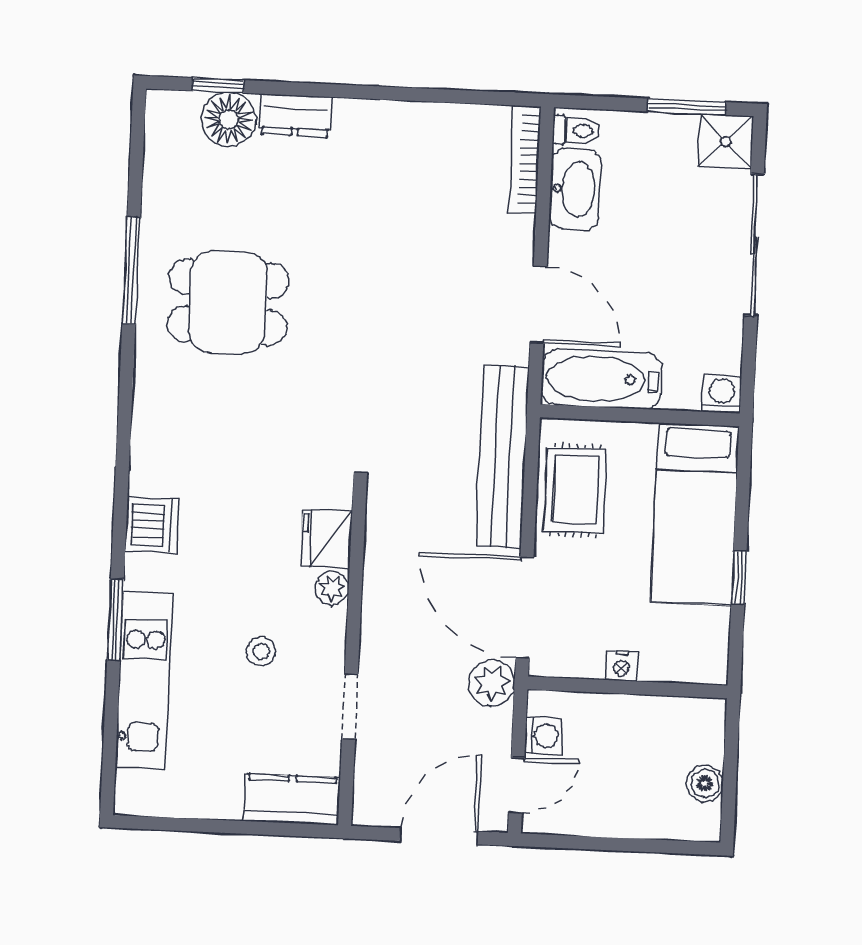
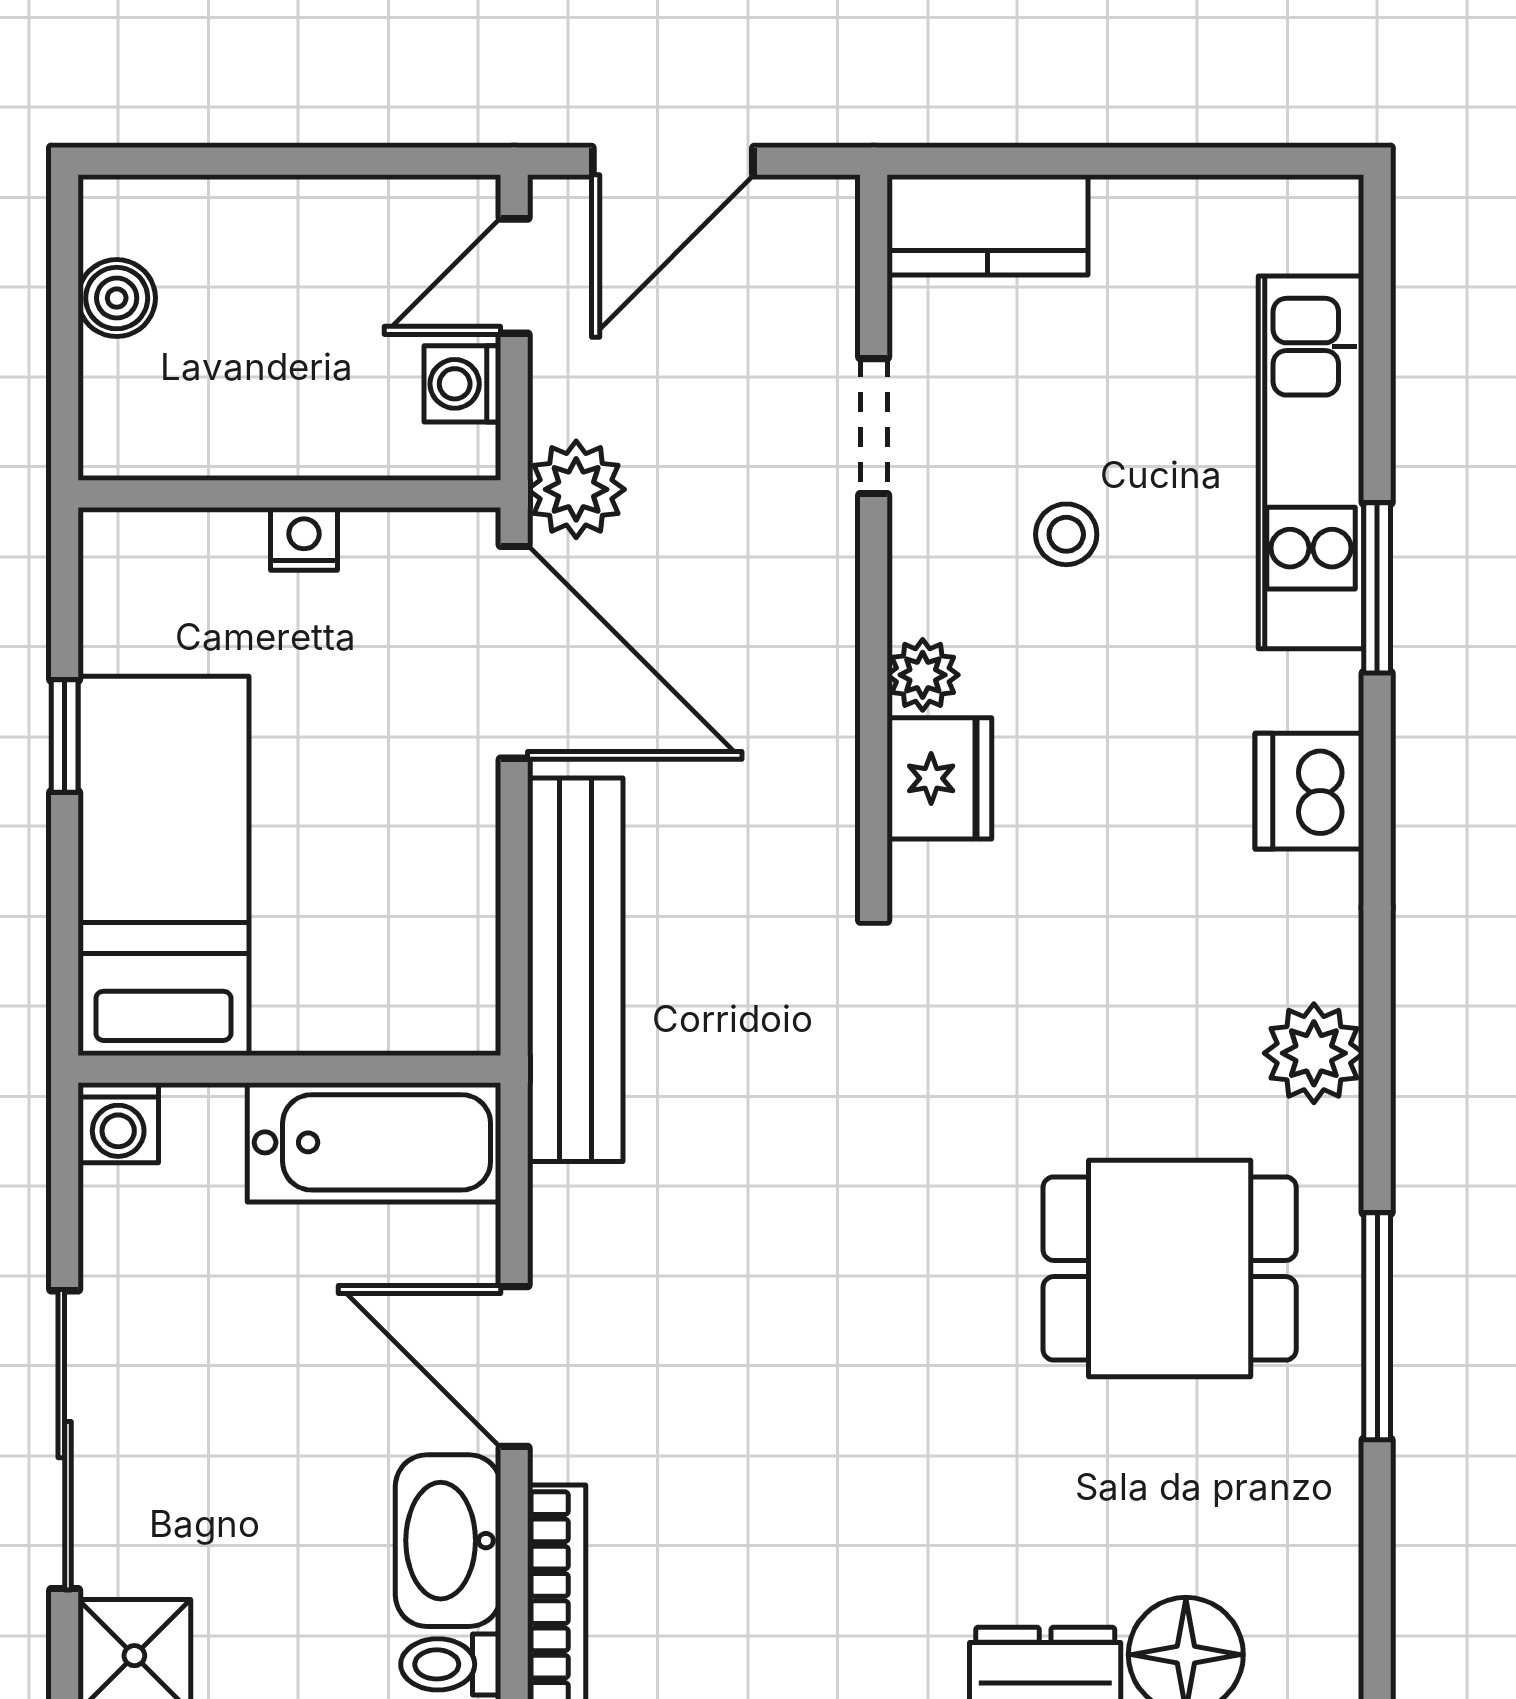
door: (538, 305) -> (514, 1367), moved
plant: (155, 401) -> (1314, 1053), added
rug: (575, 490) -> (418, 905), removed

